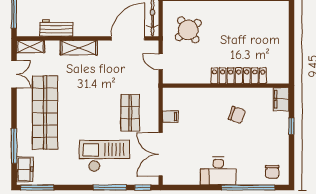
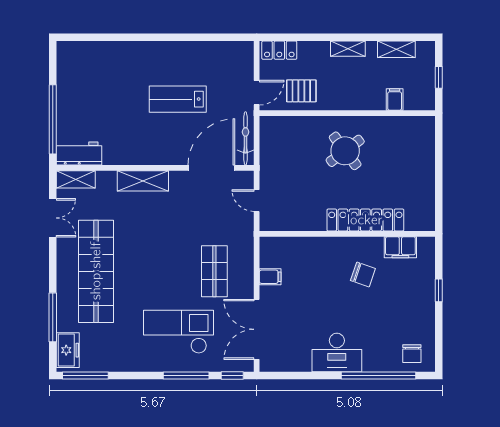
workbench: (56, 28) -> (79, 154), moved
round table: (188, 30) -> (345, 151), moved
filing cabinet: (281, 99) -> (400, 247), moved, turned -90

